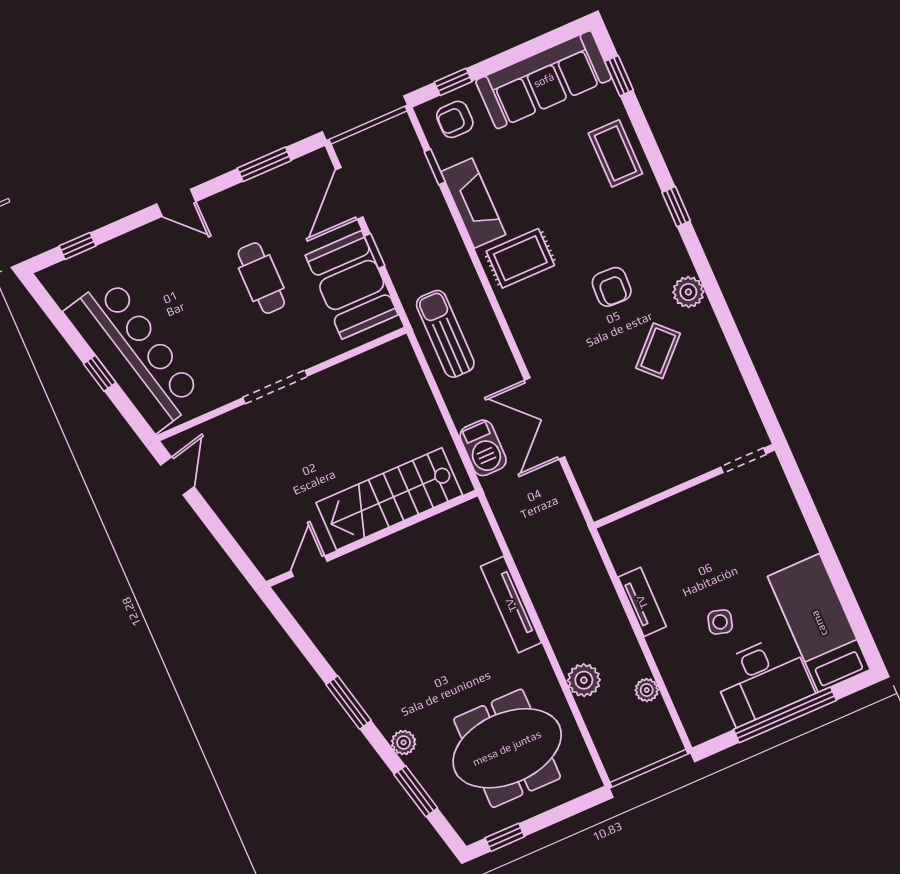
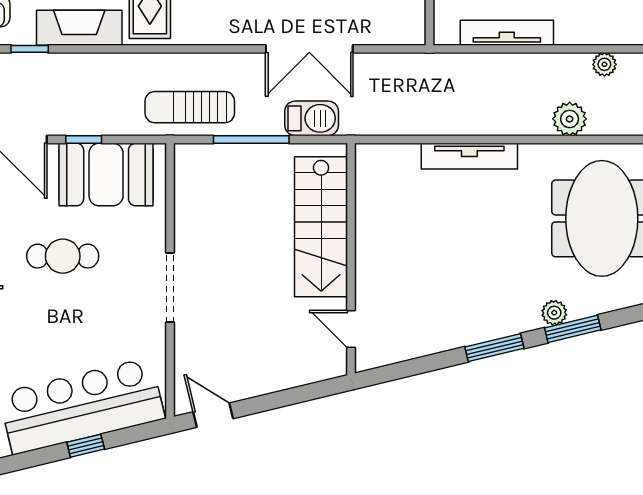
window: (440, 402) -> (251, 139), added
tv unit: (642, 602) -> (507, 33), width x1.41
window: (416, 791) -> (573, 329), moved

